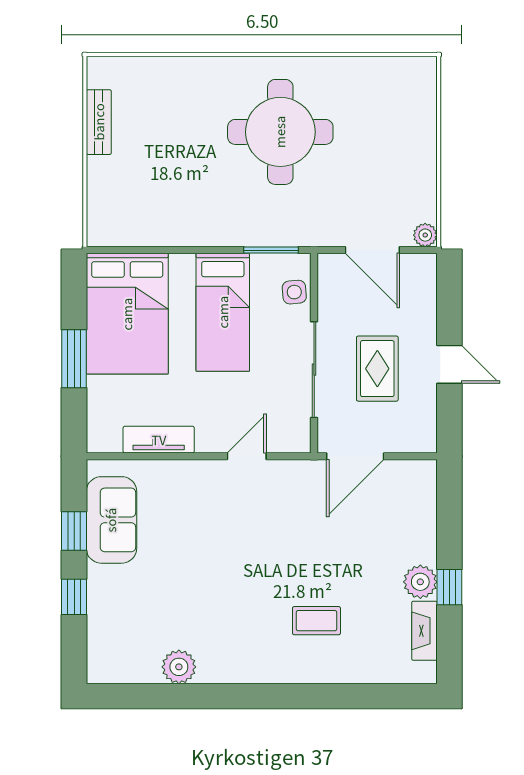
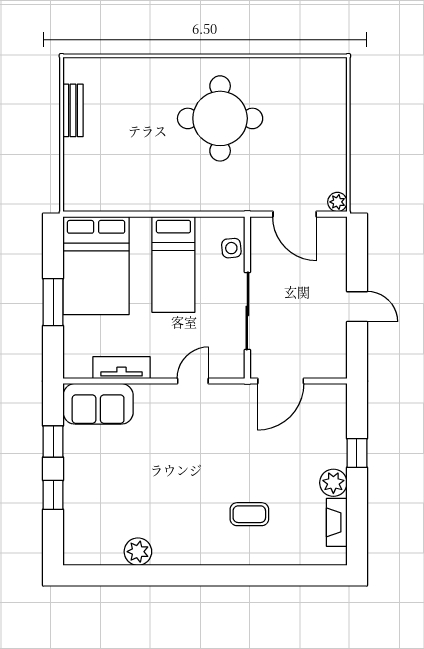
window: (271, 250) -> (213, 214), removed
rug: (377, 369) -> (299, 310), removed
sofa: (111, 520) -> (98, 404), moved, turned 90
window: (449, 587) -> (357, 453), moved

